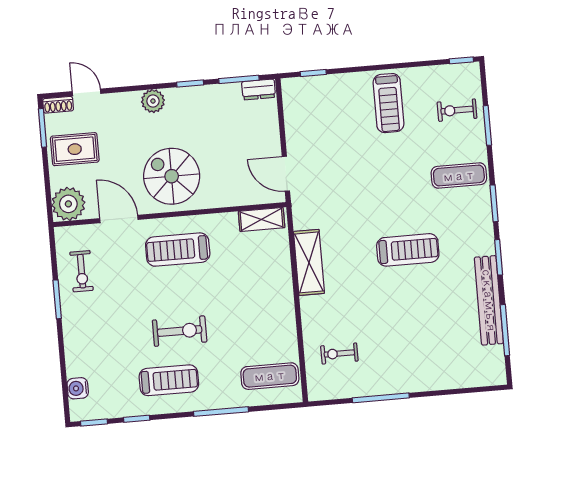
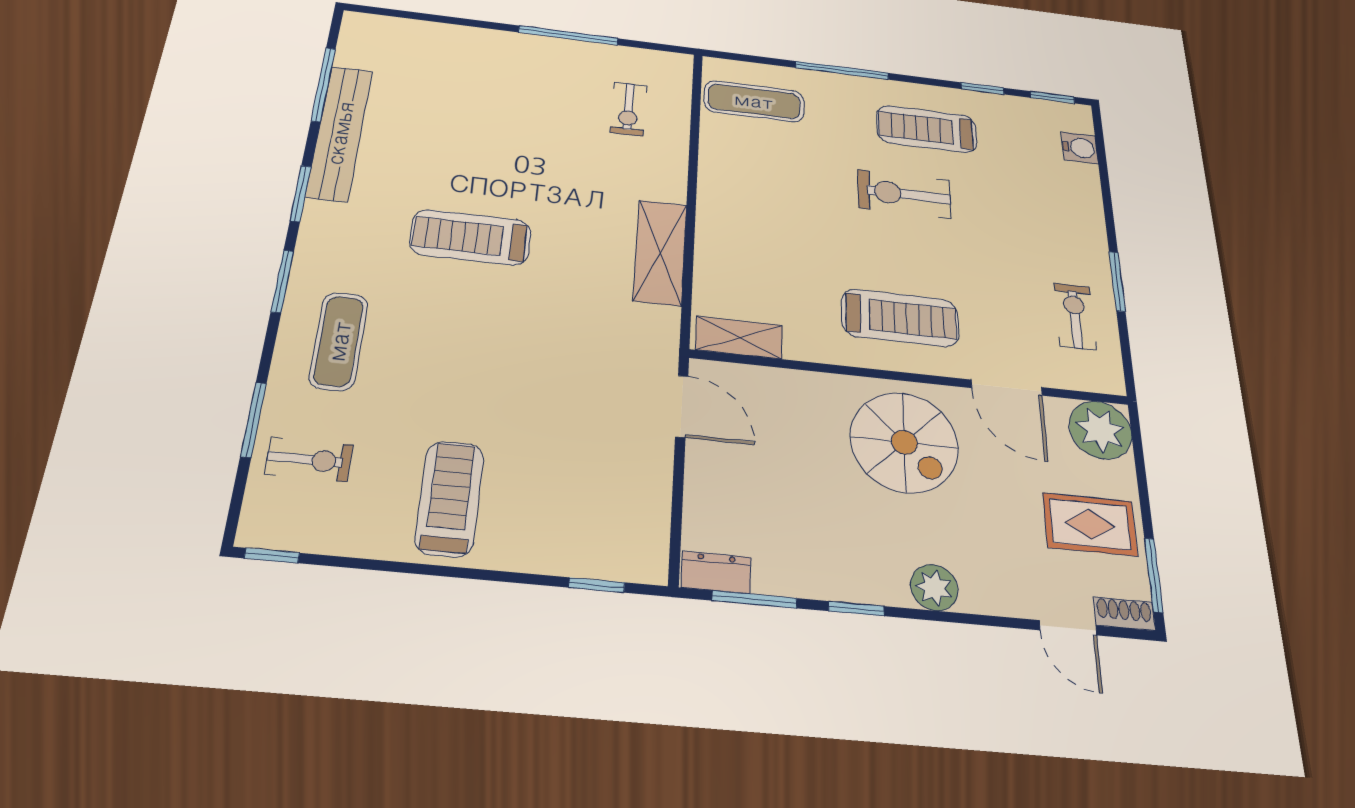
exercise mat: (459, 176) -> (339, 341), turned 90
exercise bike: (339, 353) -> (628, 109), turned 90

